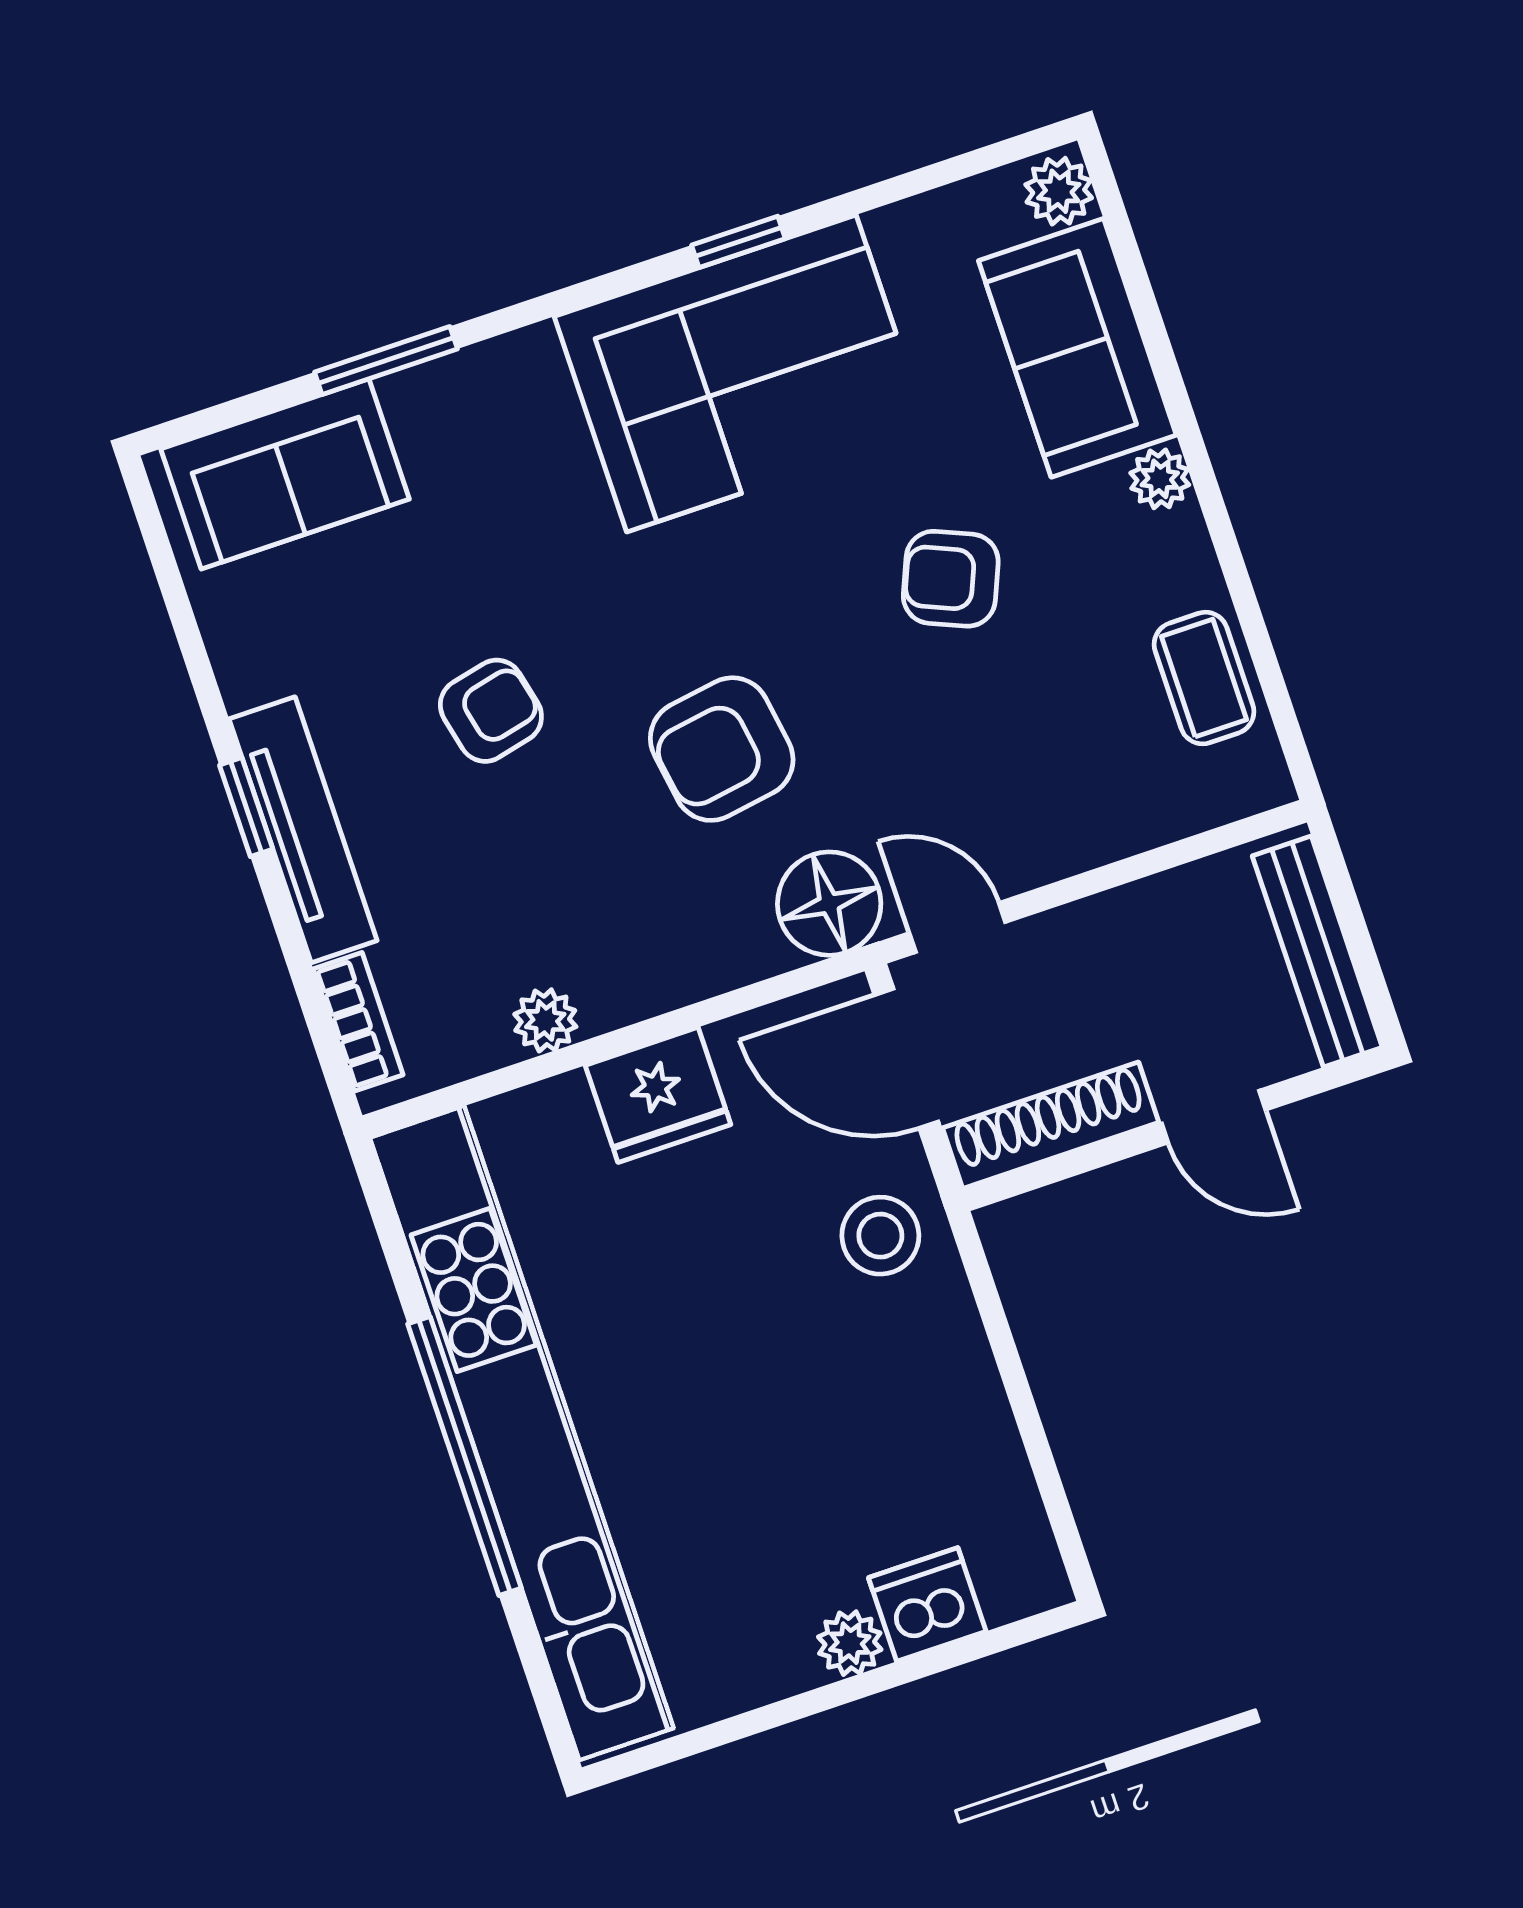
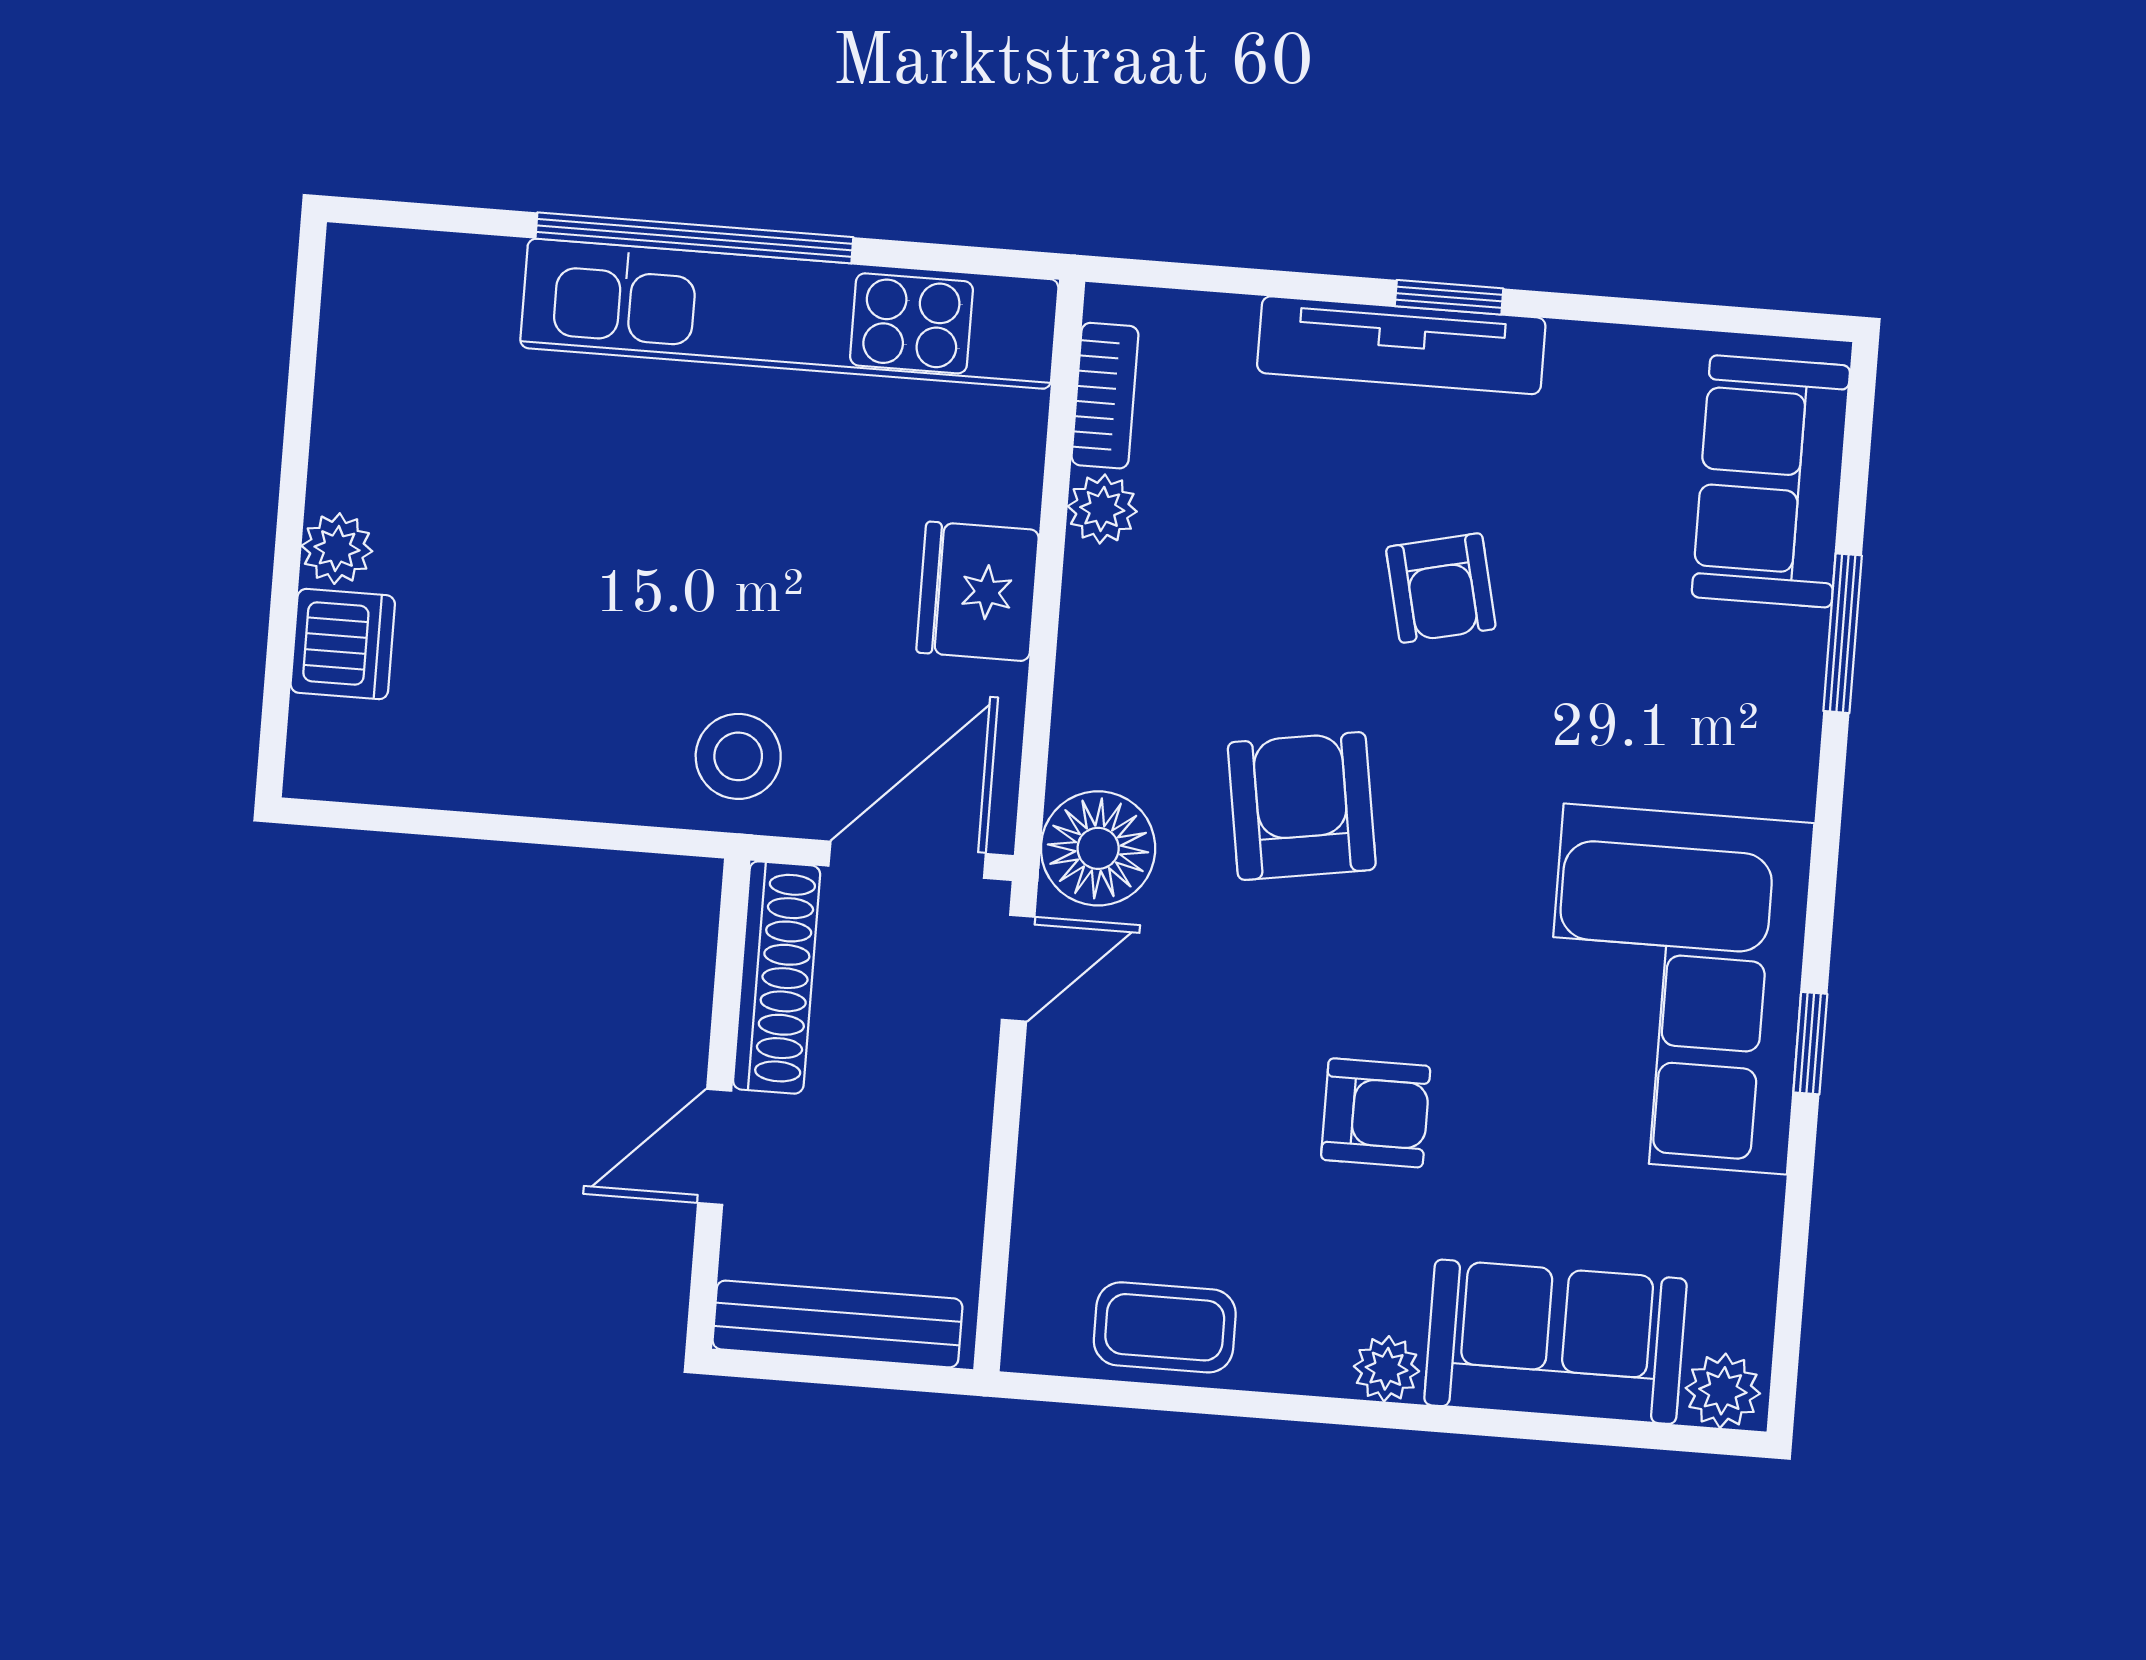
armchair: (951, 579) -> (1376, 1113), turned 67
bookcase: (358, 1022) -> (1105, 396), moved, turned -90
kitchen unit: (522, 1433) -> (789, 314), width x0.73

